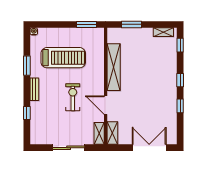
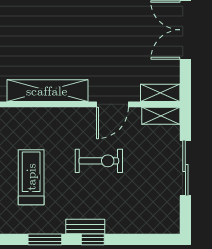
treadmill: (63, 58) -> (31, 177), width x0.73, depth x0.73
exercise bike: (73, 97) -> (99, 161), turned 180
window: (27, 113) -> (93, 239), moved

